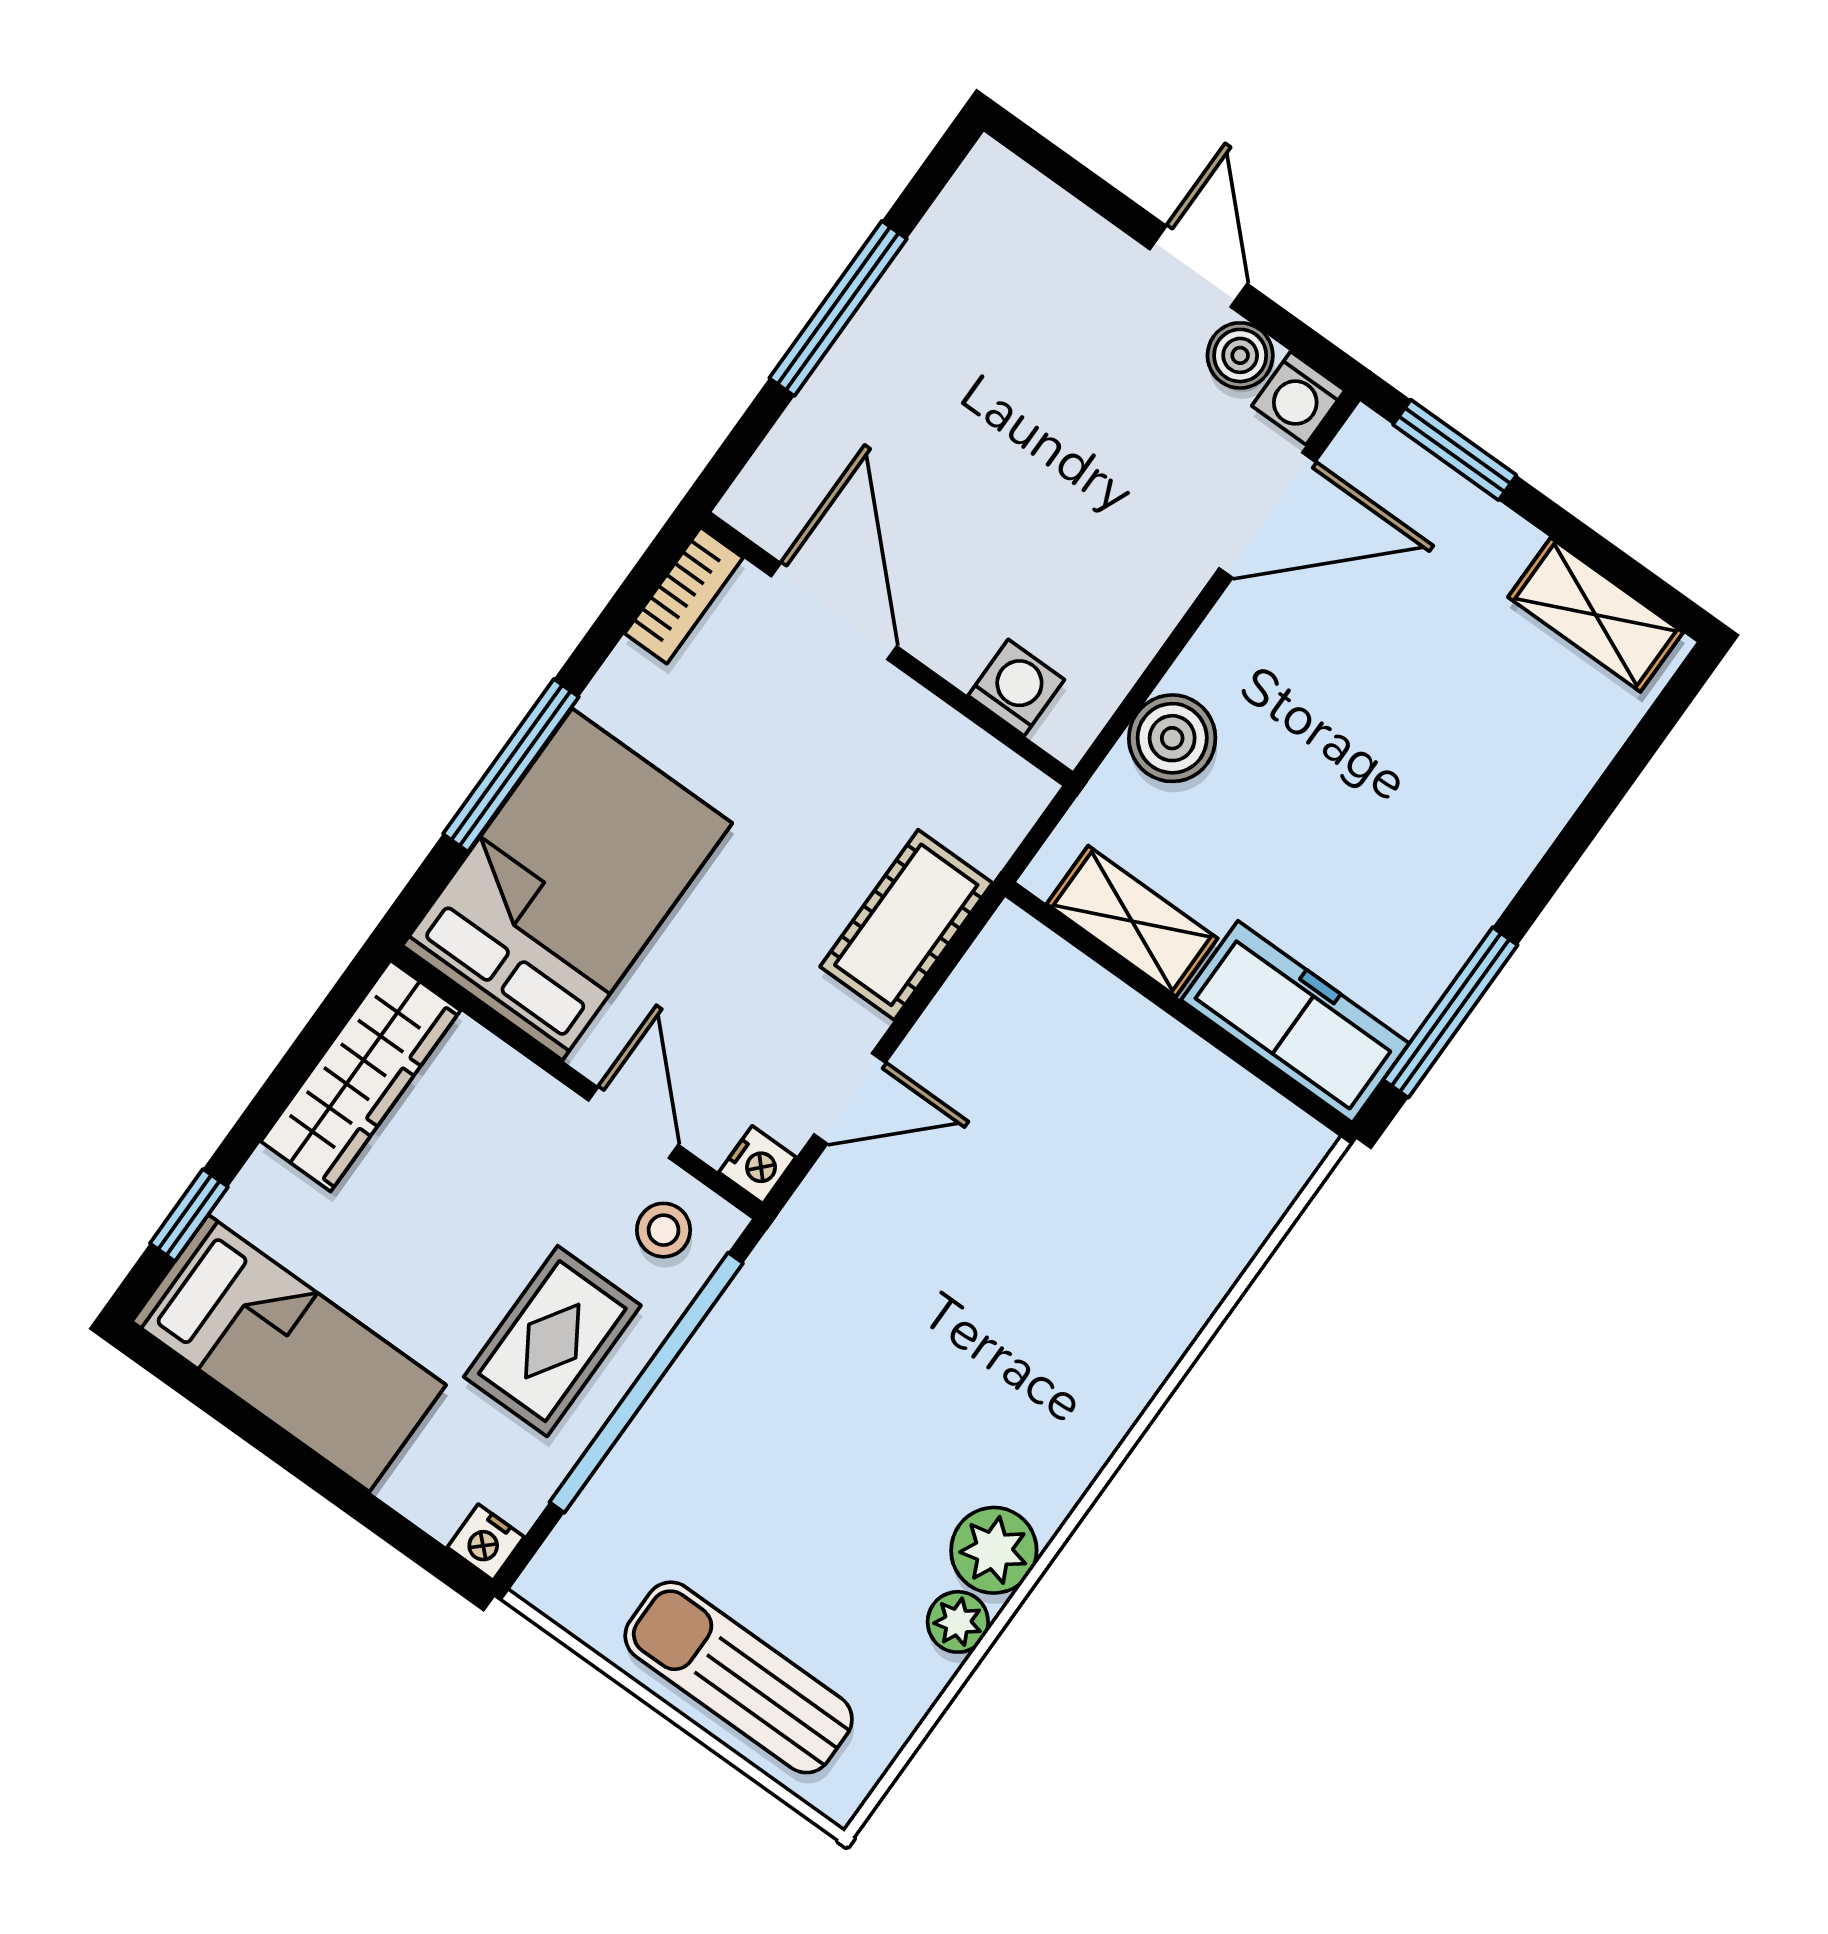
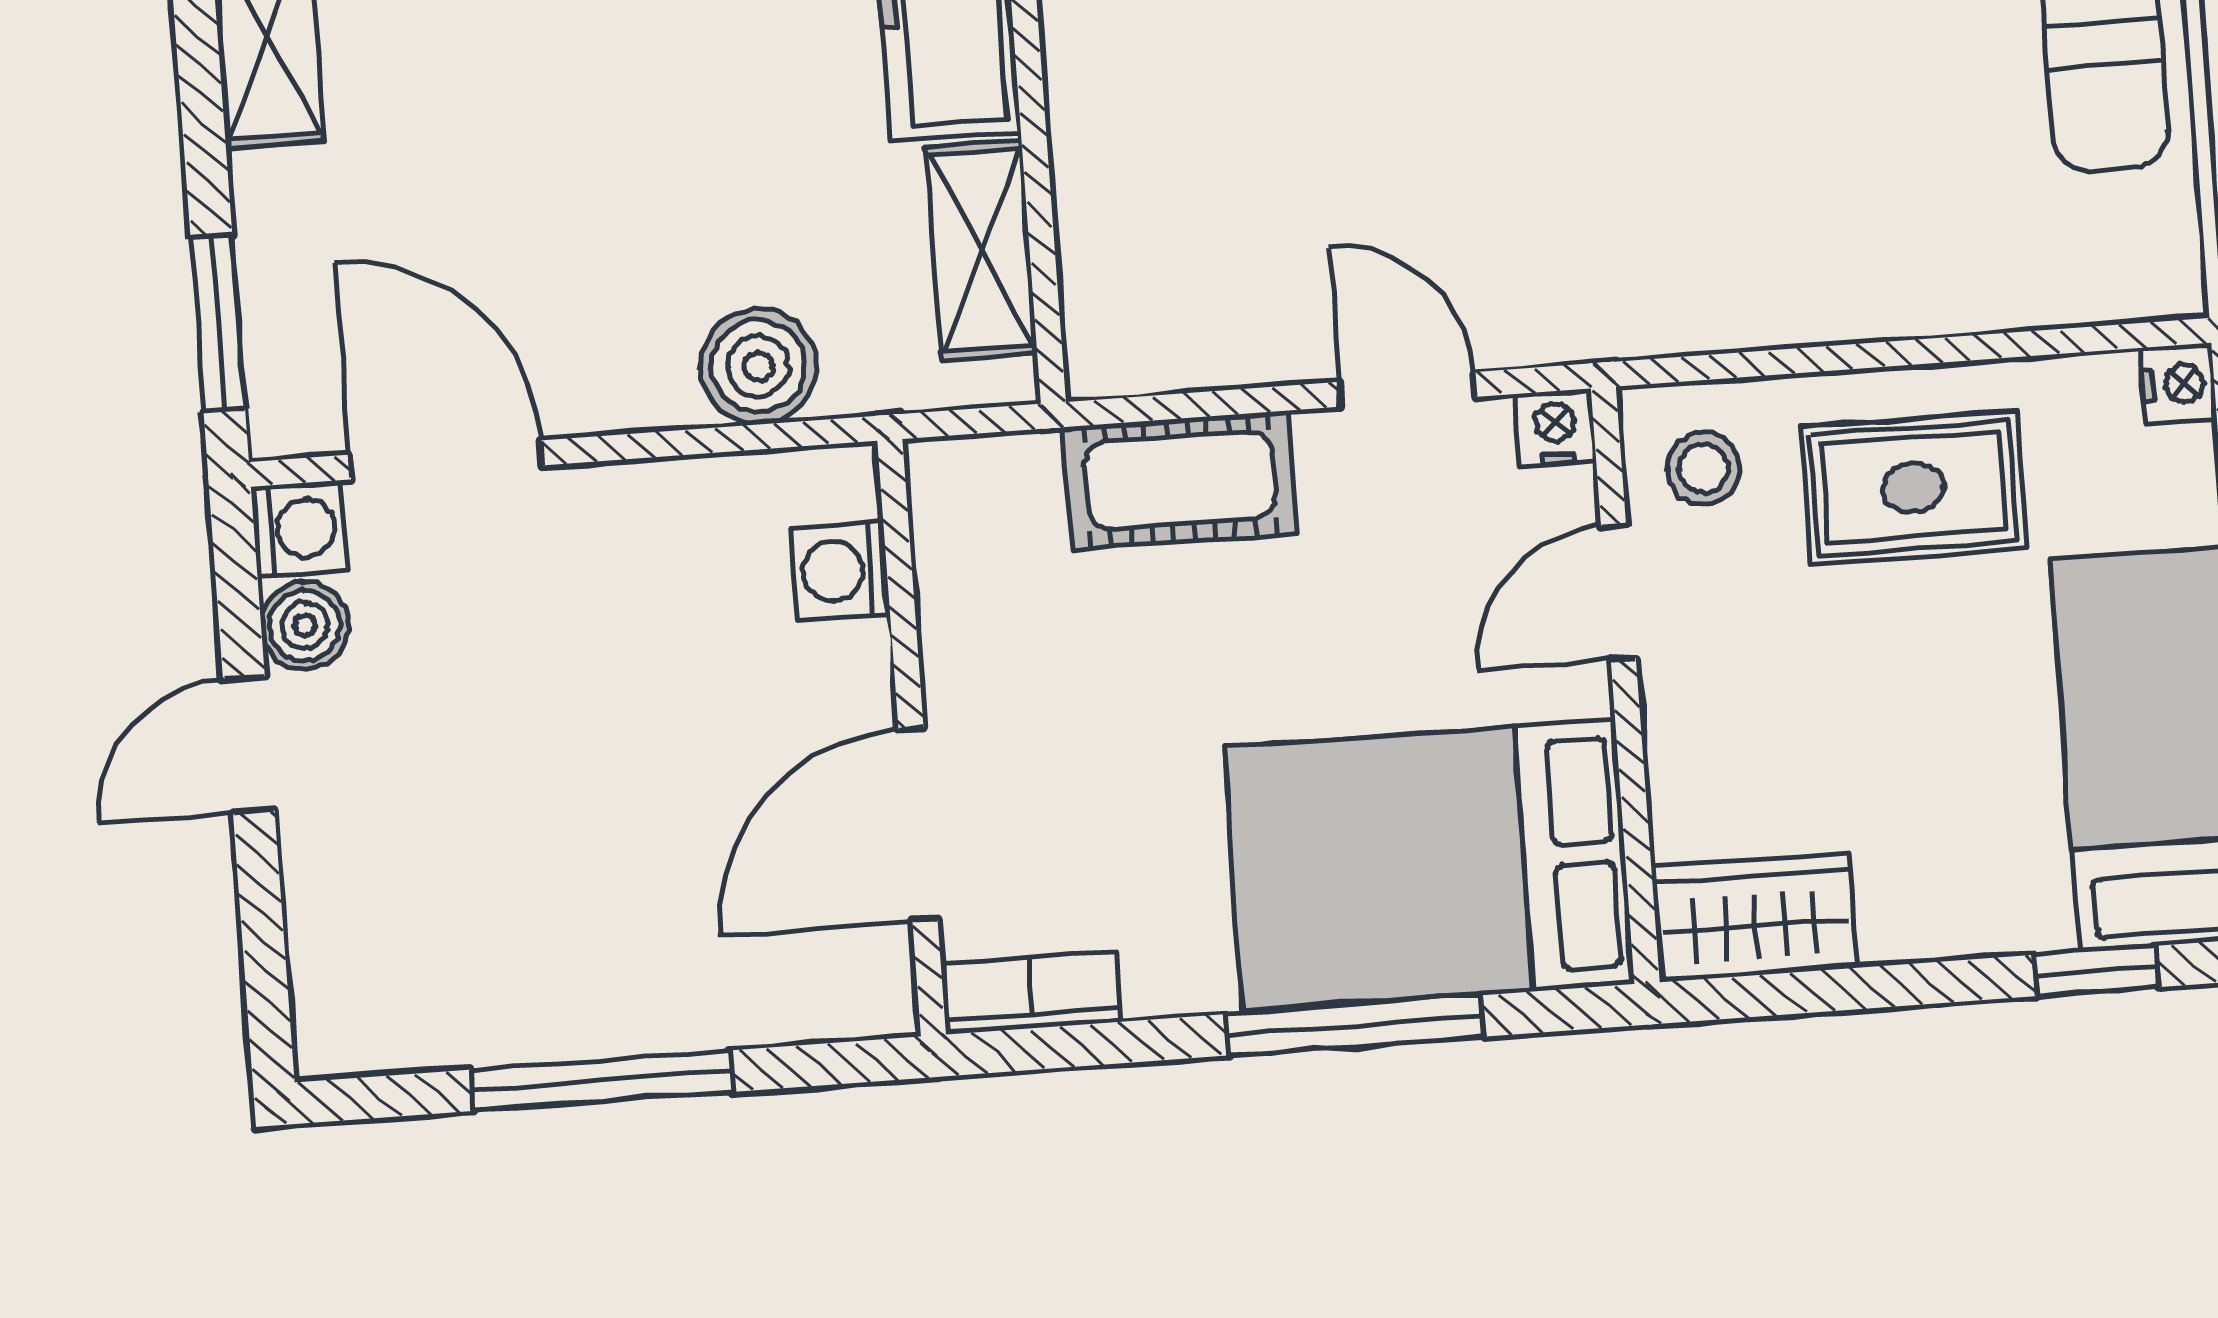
wardrobe: (361, 1076) -> (1755, 917), width x0.67
window: (646, 1383) -> (1876, 355), removed

